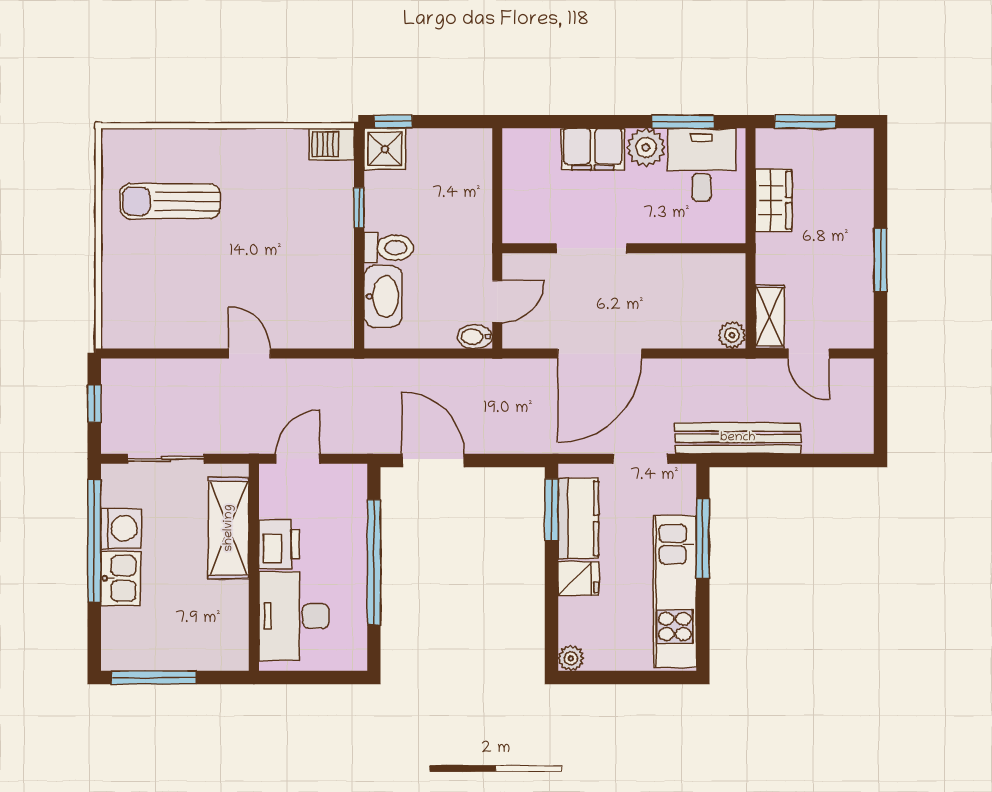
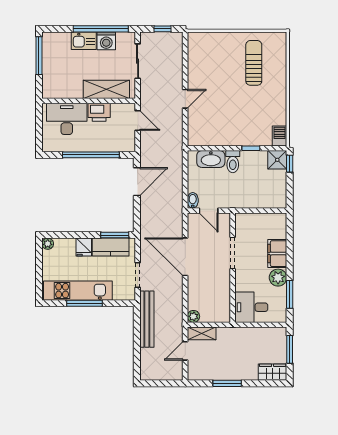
desk: (702, 165) -> (251, 307), moved, turned 180
wardrobe: (774, 200) -> (273, 372), moved, turned 180
window: (703, 538) -> (84, 303), moved

